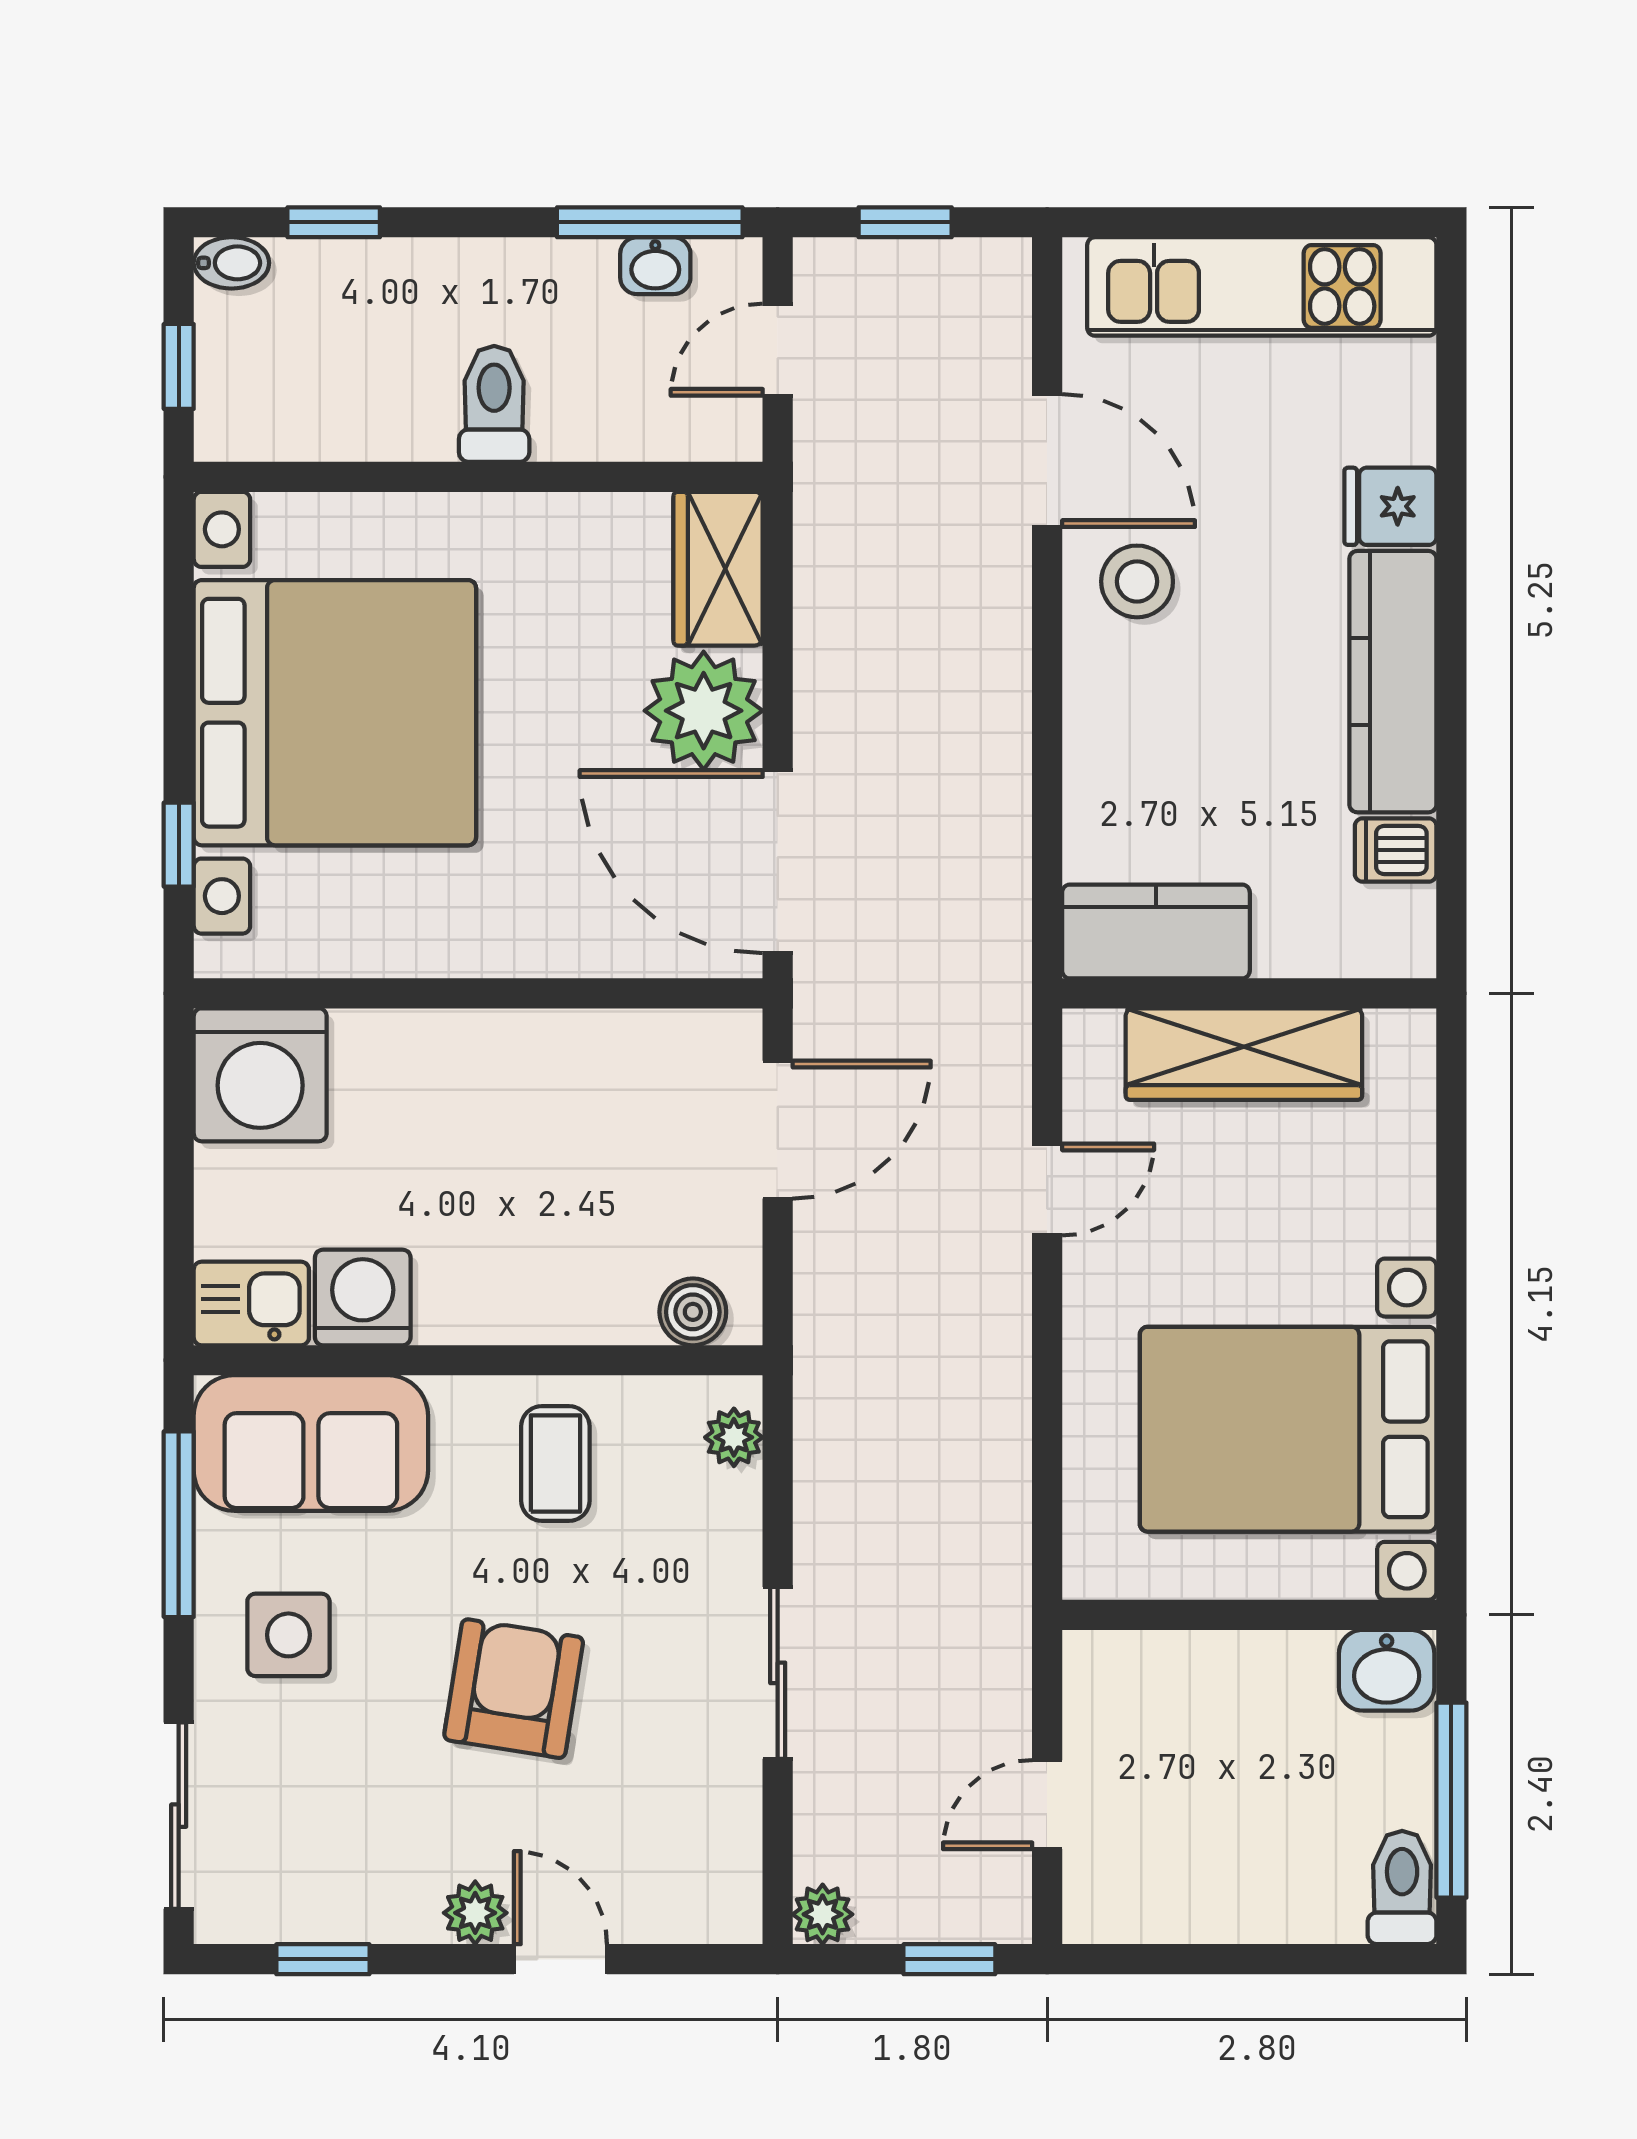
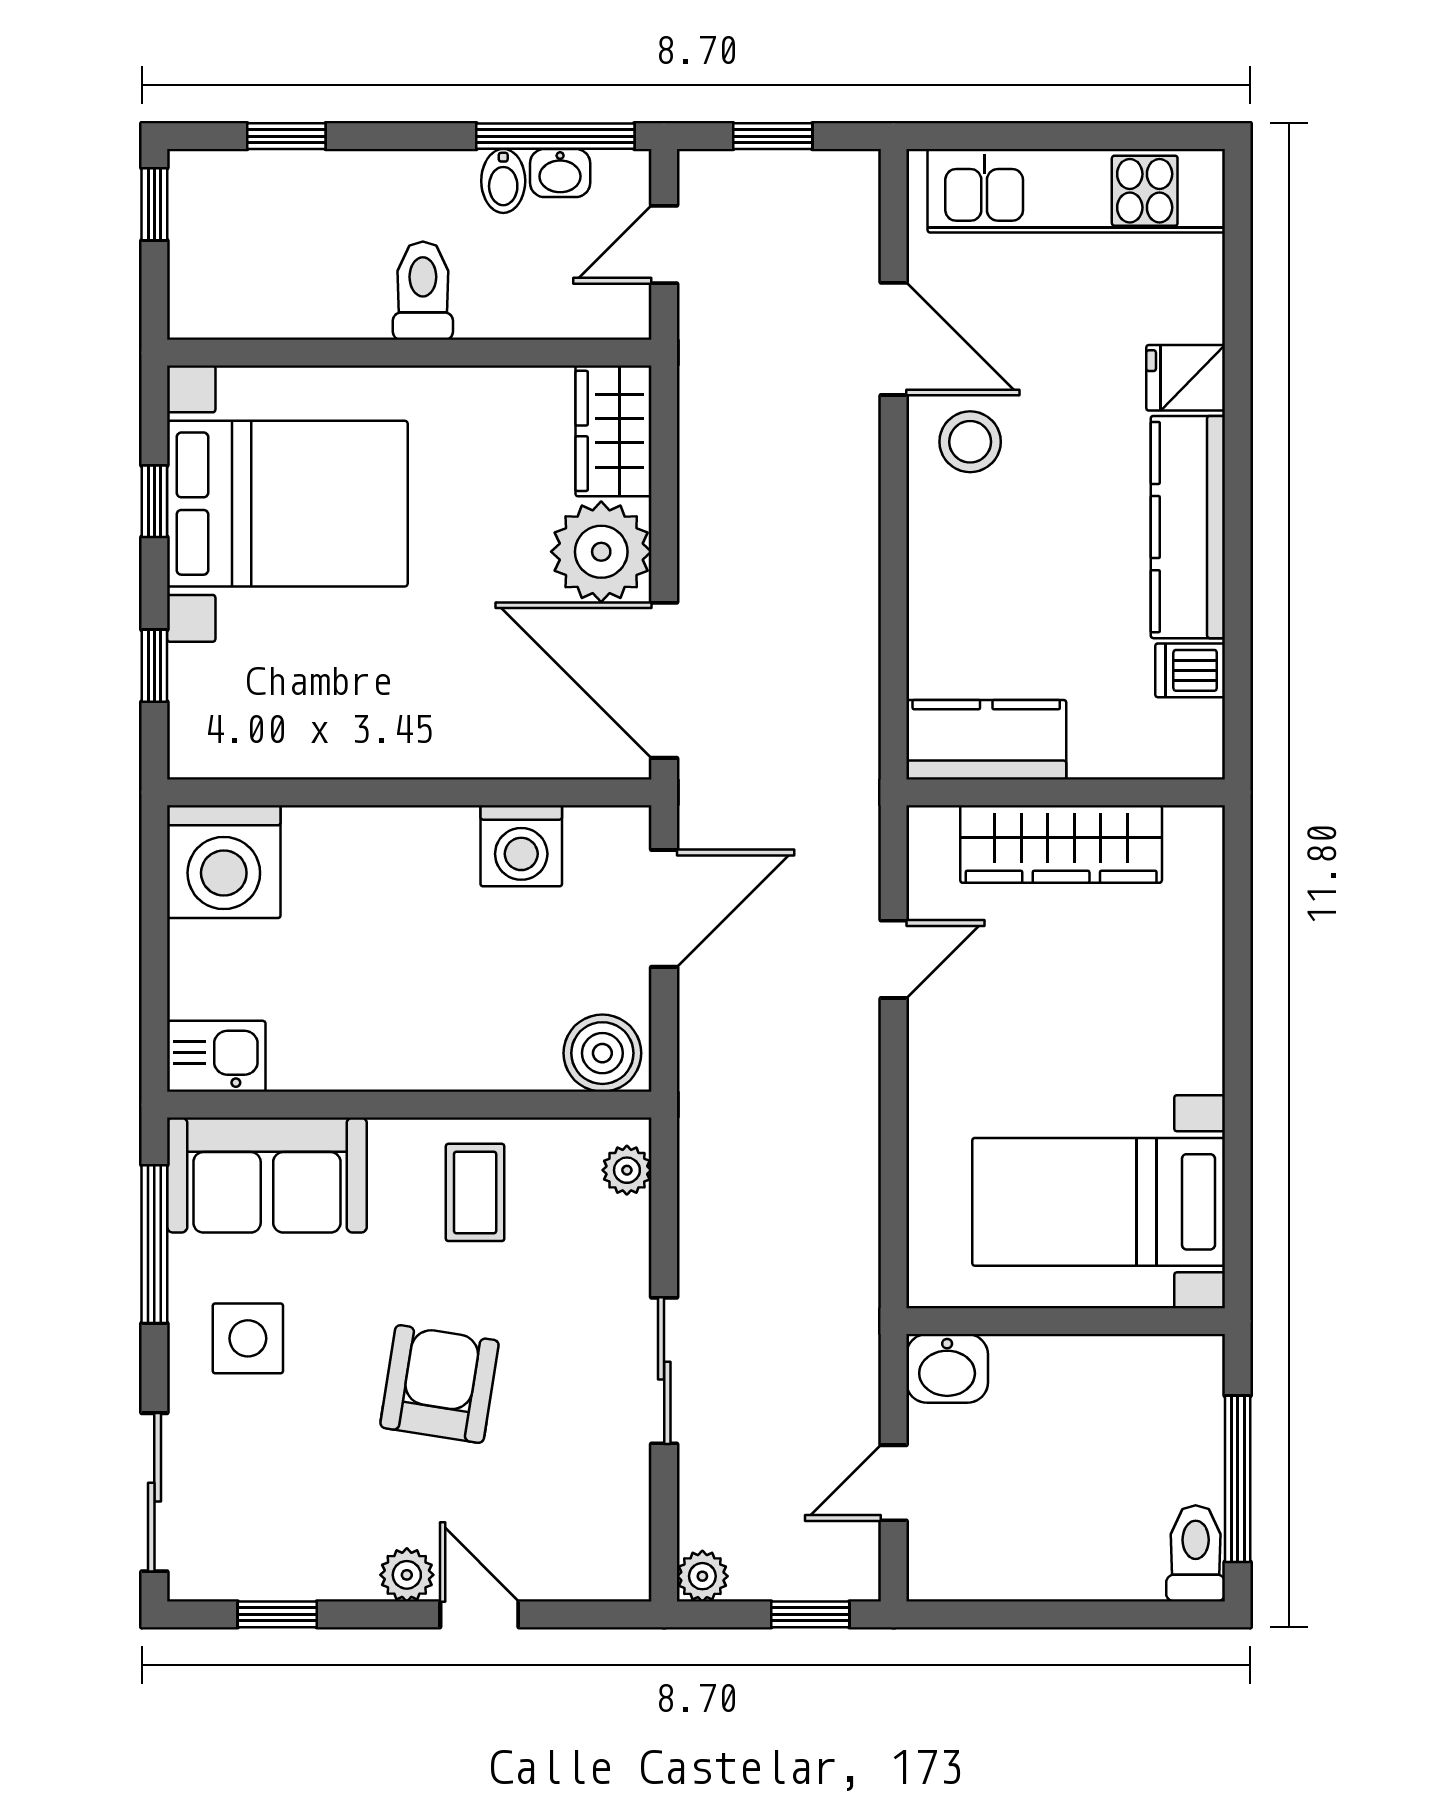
bidet: (231, 263) -> (503, 181), moved, turned 90
window: (179, 366) -> (154, 204), moved
window: (179, 651) -> (154, 501), added
bed with nightstands: (335, 713) -> (287, 504), width x0.73
washing machine: (363, 1297) -> (521, 846), moved, turned 180
boiler: (693, 1312) -> (602, 1053), width x1.36, depth x1.36
bed with nightstands: (1288, 1429) -> (1099, 1202), width x0.73
washbasin: (1387, 1670) -> (947, 1368), moved

